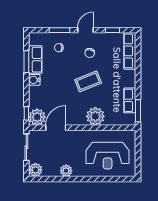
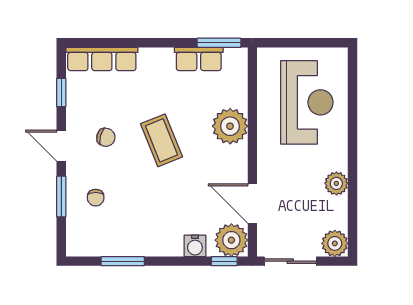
row of seats: (35, 60) -> (119, 244), removed
water cooler: (34, 80) -> (195, 246), moved

